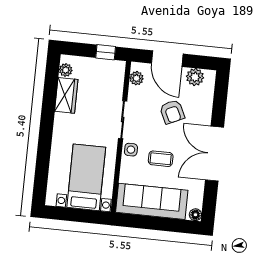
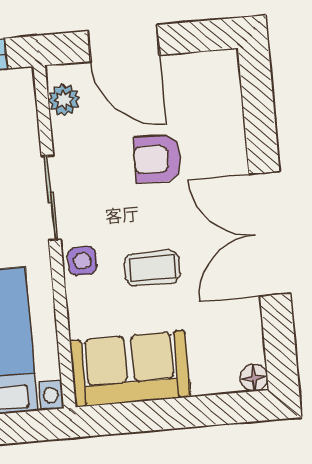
plant: (195, 77) -> (193, 72), removed
armchair: (172, 112) -> (158, 159), turned 117
sofa: (152, 201) -> (130, 369), width x0.73

